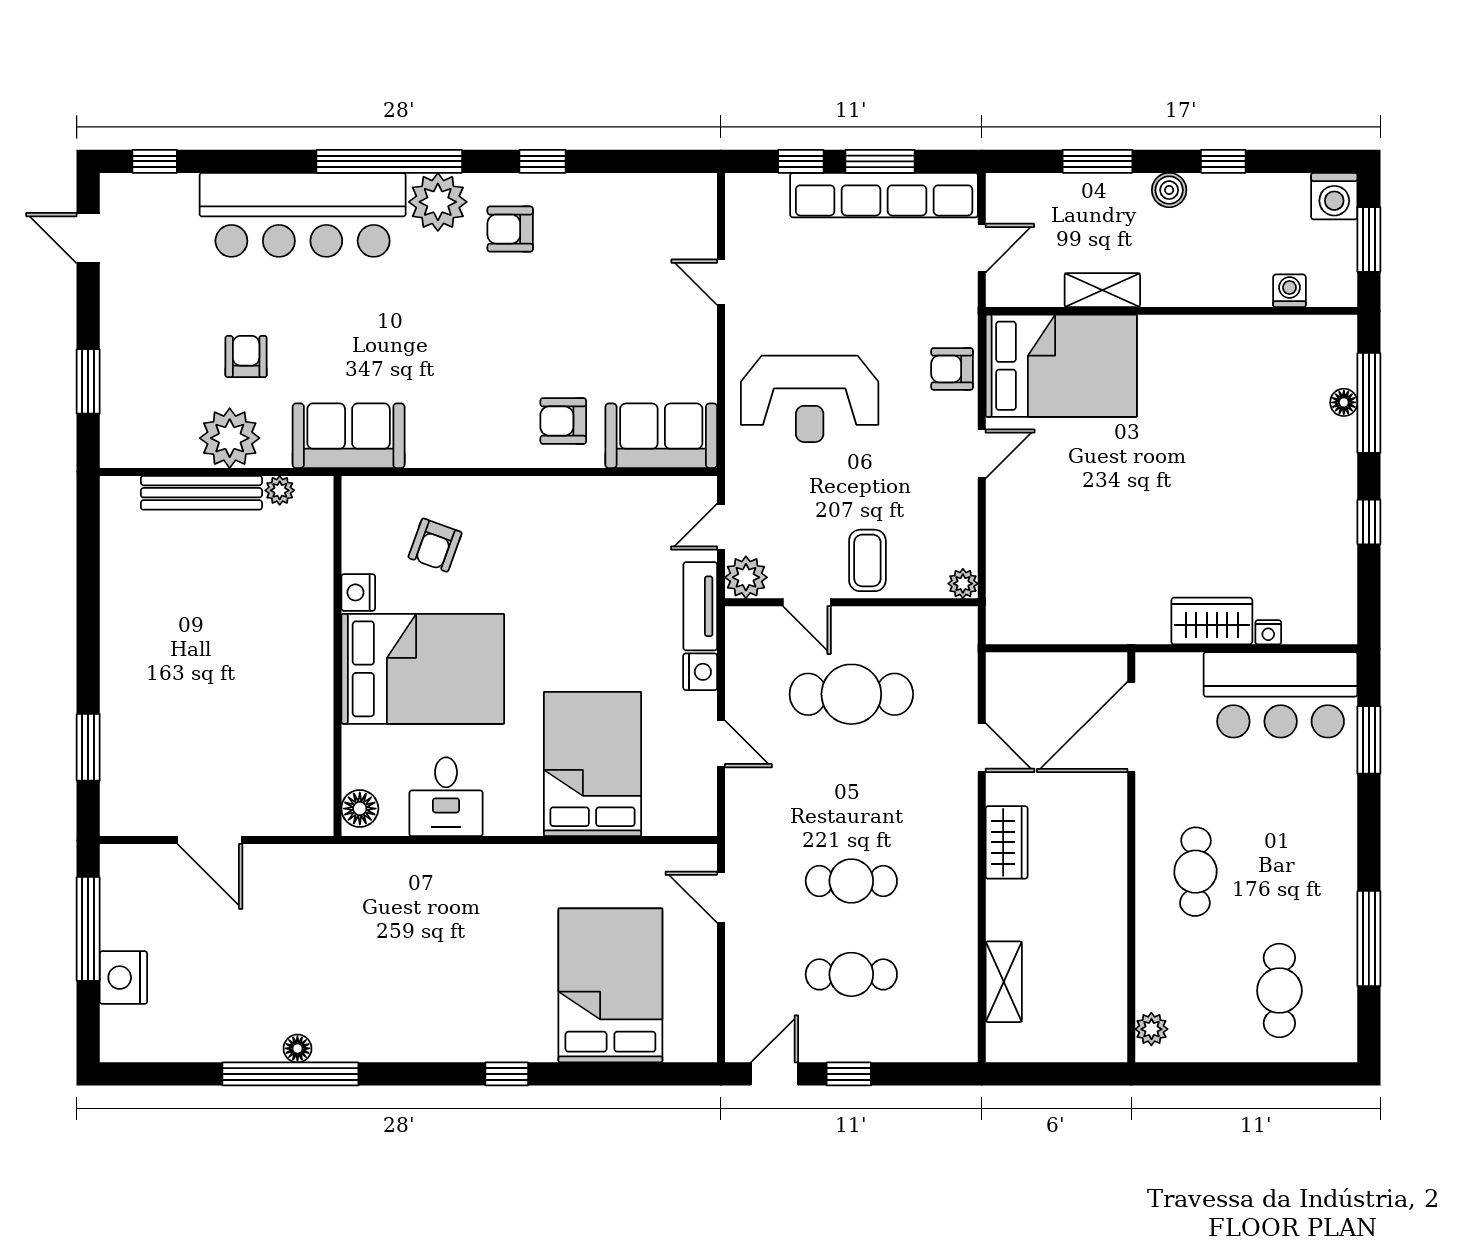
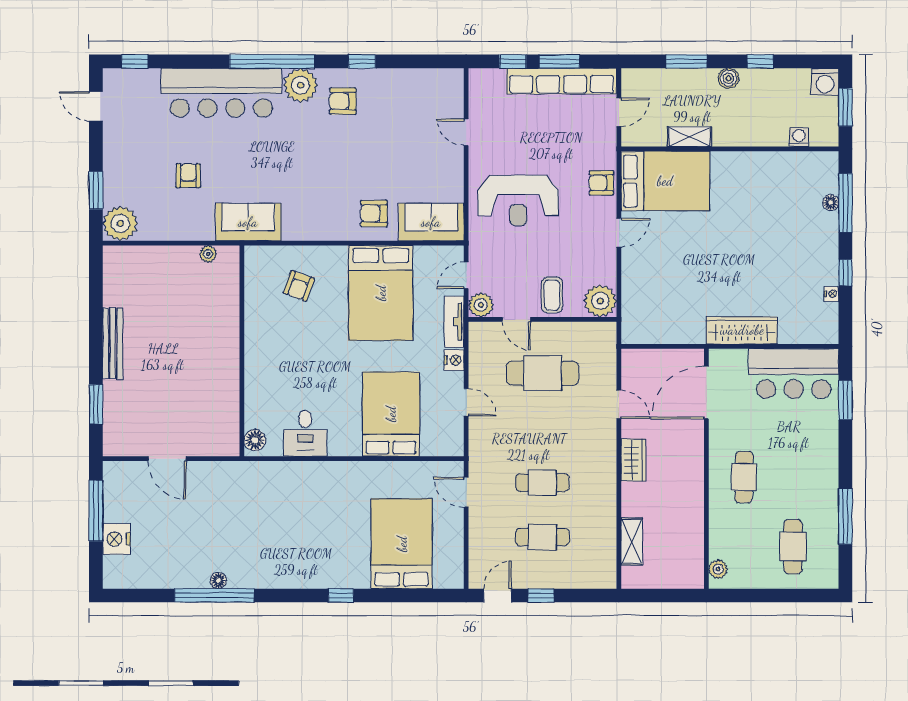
plant: (230, 438) -> (120, 223), moved
bench: (201, 493) -> (113, 343), moved, turned 90
plant: (963, 584) -> (600, 301), width x1.88, depth x1.88
nightstand: (358, 592) -> (254, 314), removed
wardrobe: (1212, 621) -> (742, 330), width x1.50
nightstand: (1268, 632) -> (832, 294), moved, turned -90
bed: (423, 669) -> (381, 293), moved, turned 90

